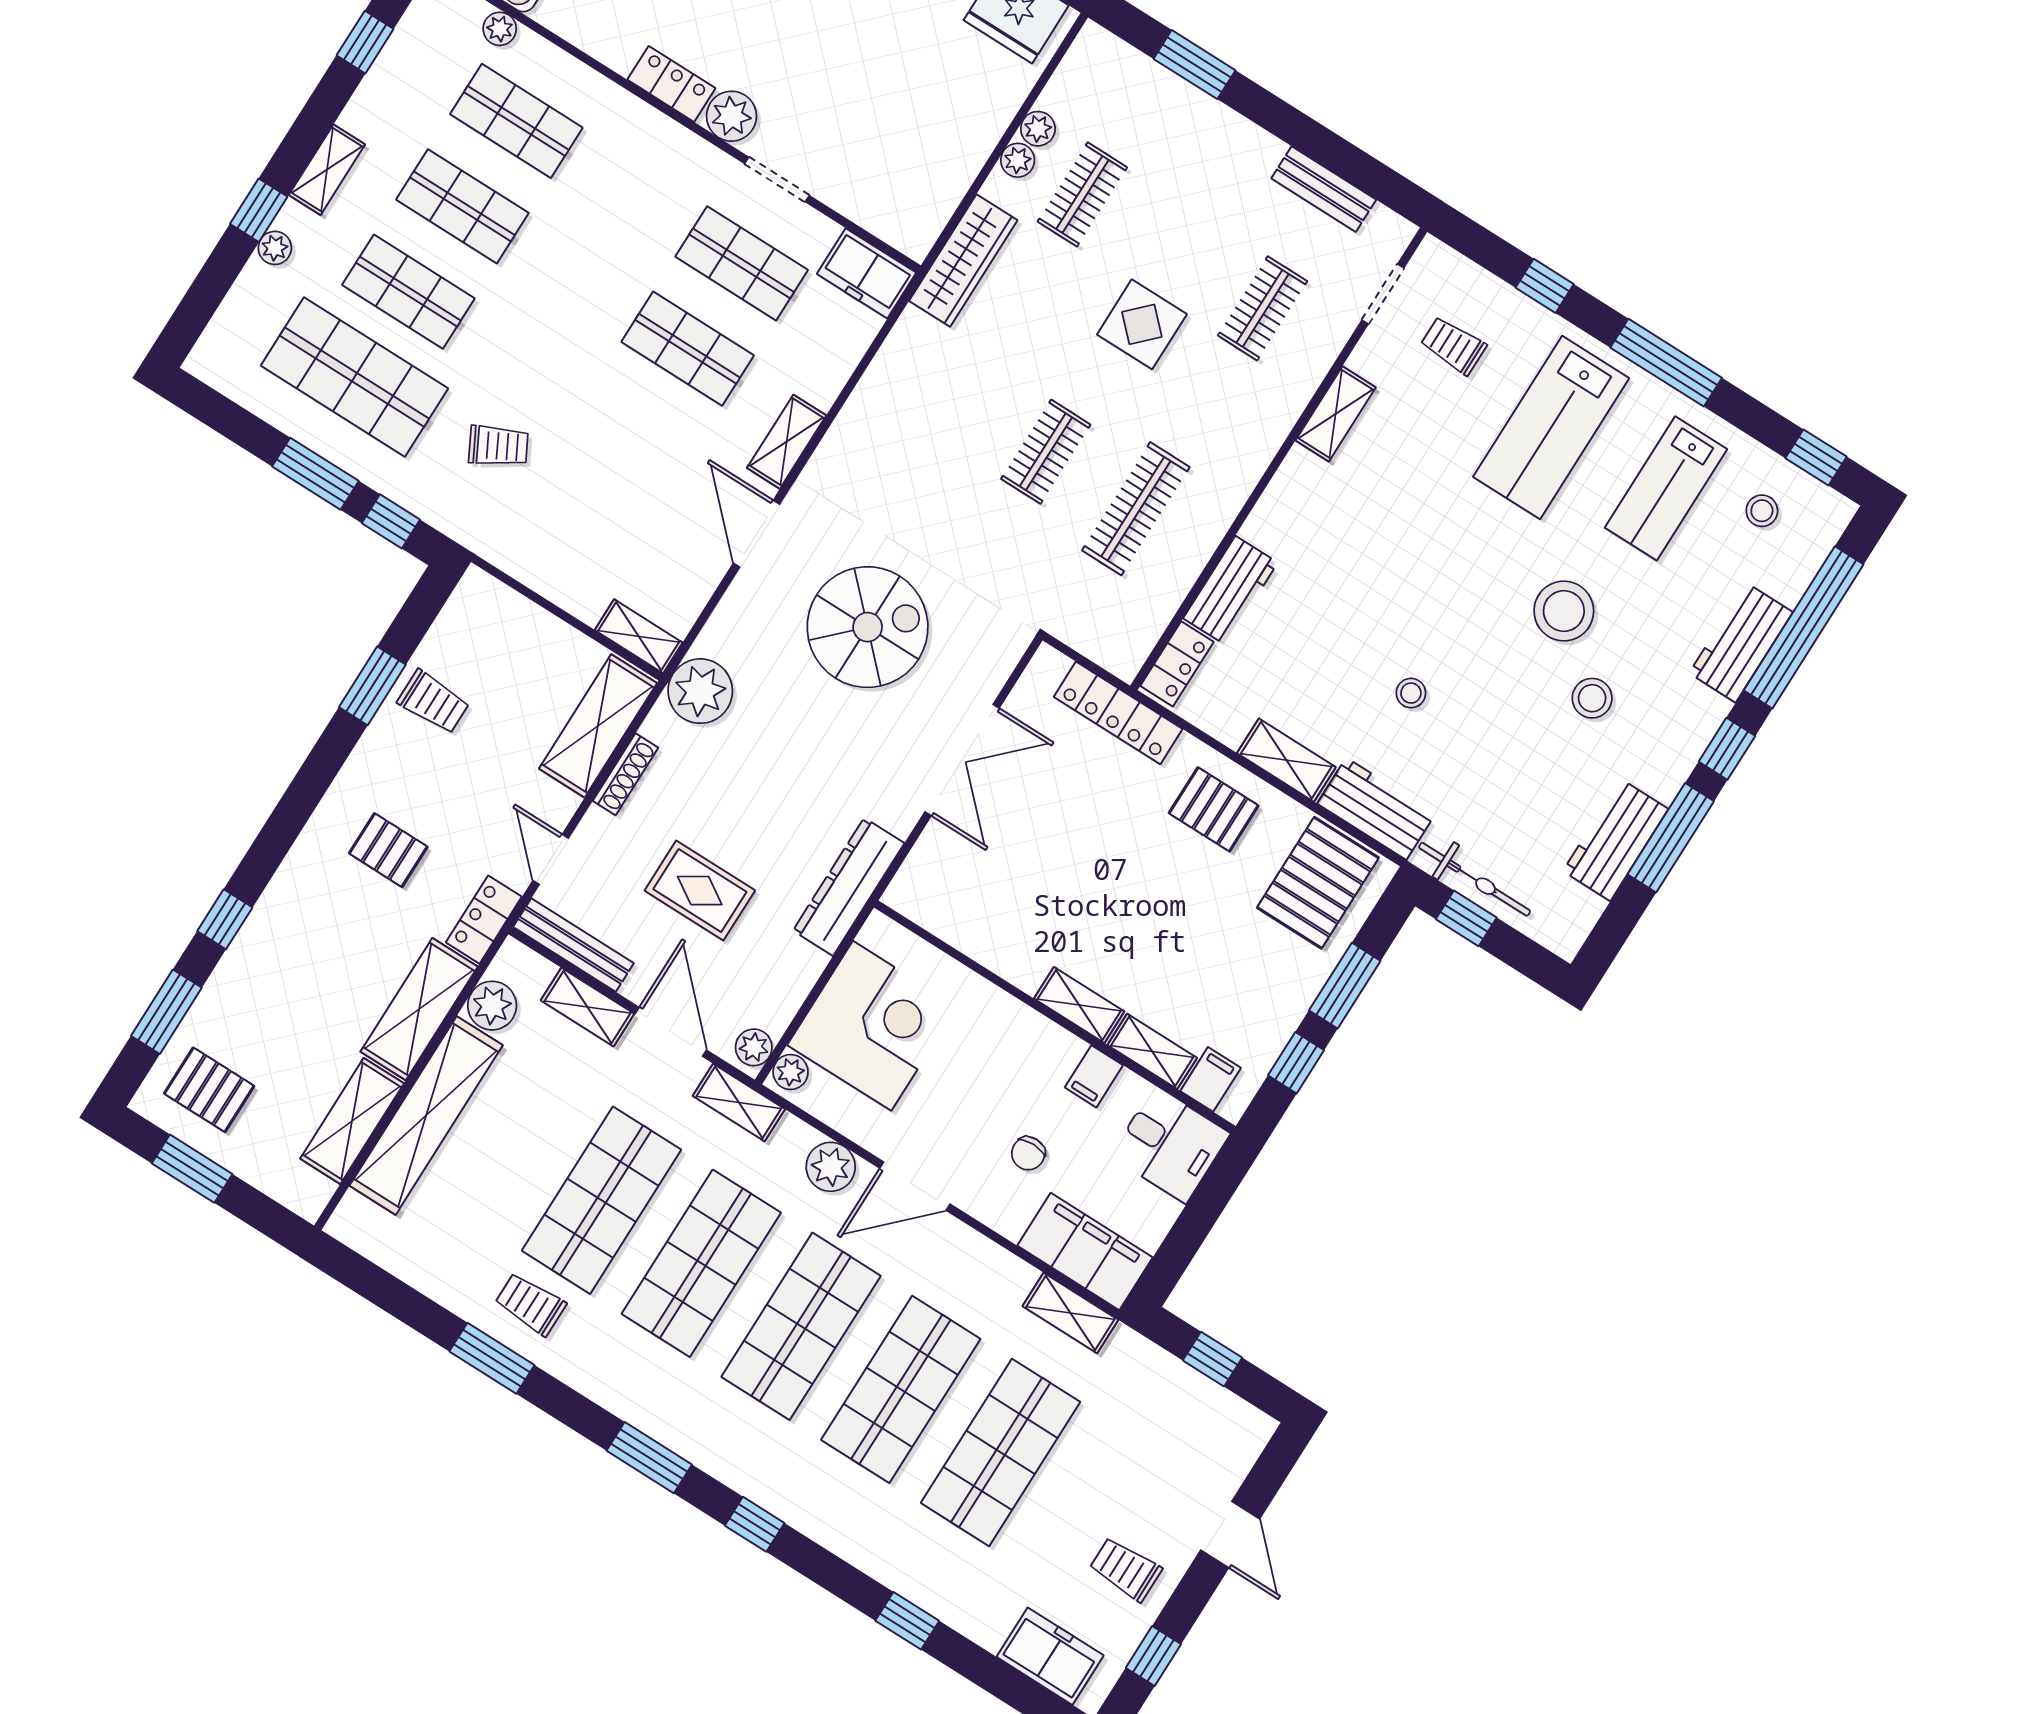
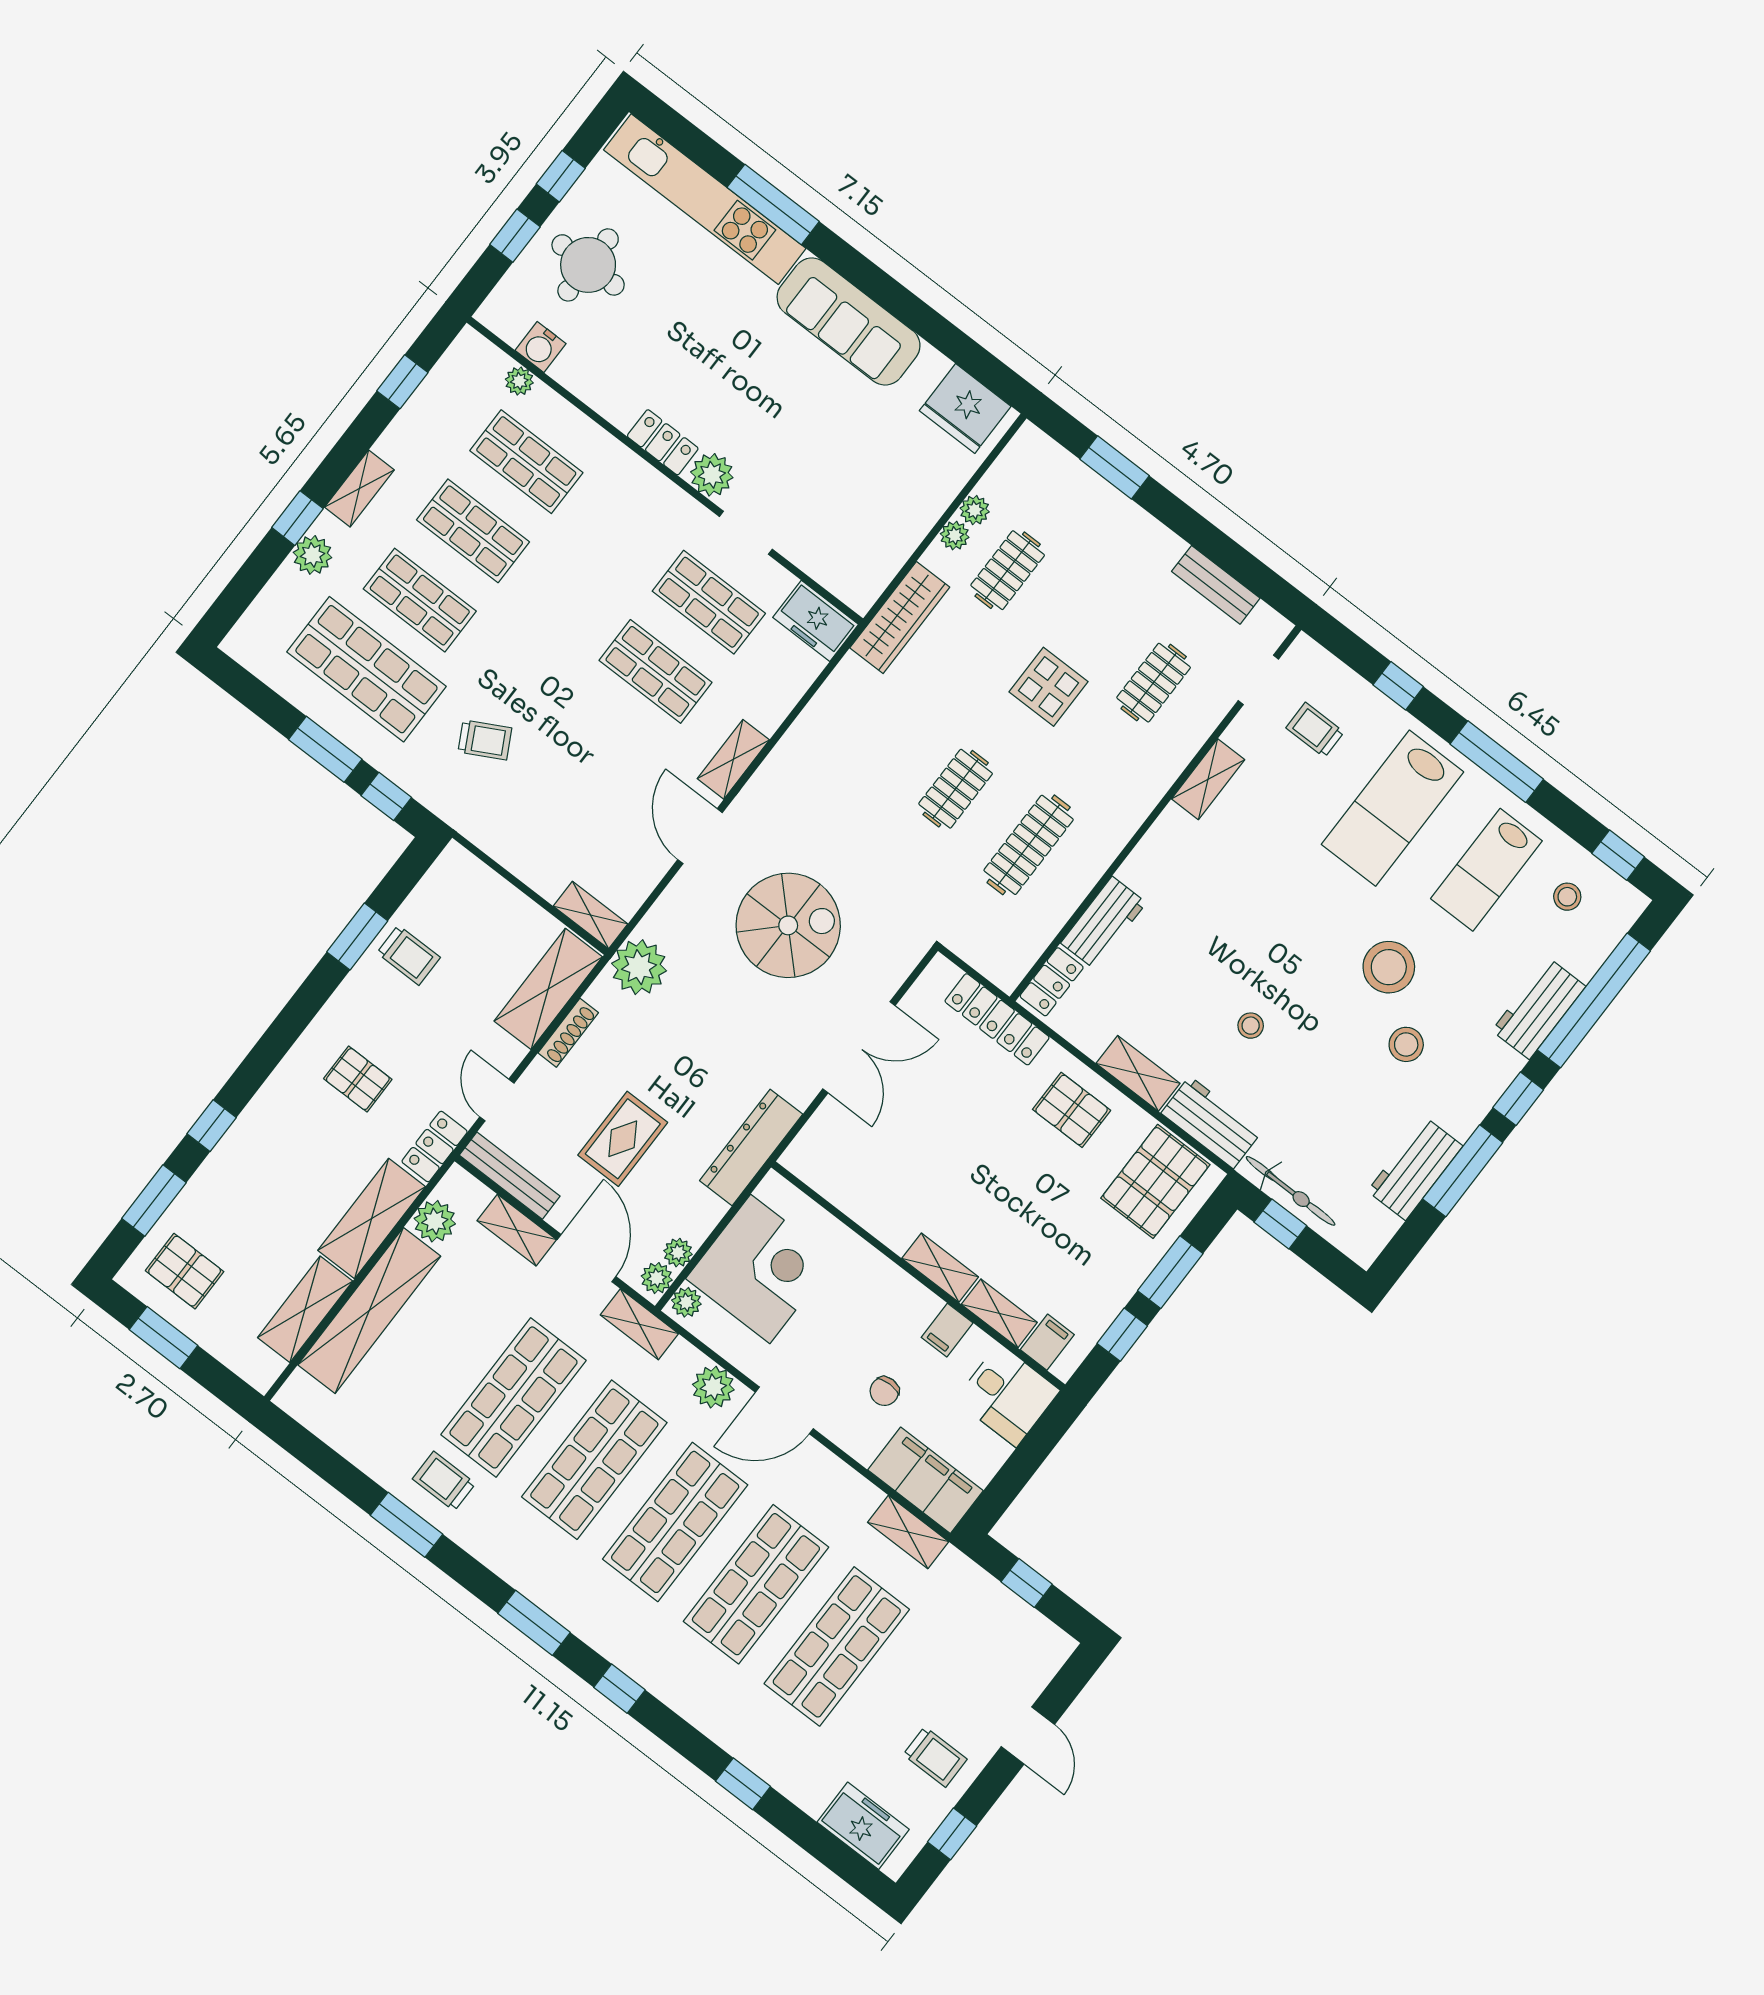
plant: (275, 248) -> (312, 555), width x1.38, depth x1.38
rug: (700, 891) -> (623, 1139), turned 90
plant: (776, 1016) -> (678, 1253), added
trolley: (1126, 1569) -> (935, 1757), turned 180

